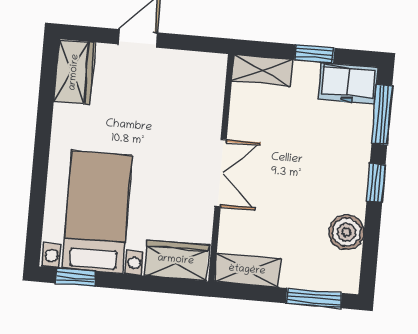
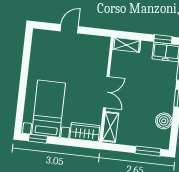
window: (314, 54) -> (163, 39), moved
wardrobe: (74, 72) -> (40, 43), removed
shelving: (247, 270) -> (110, 127), moved, turned 90

